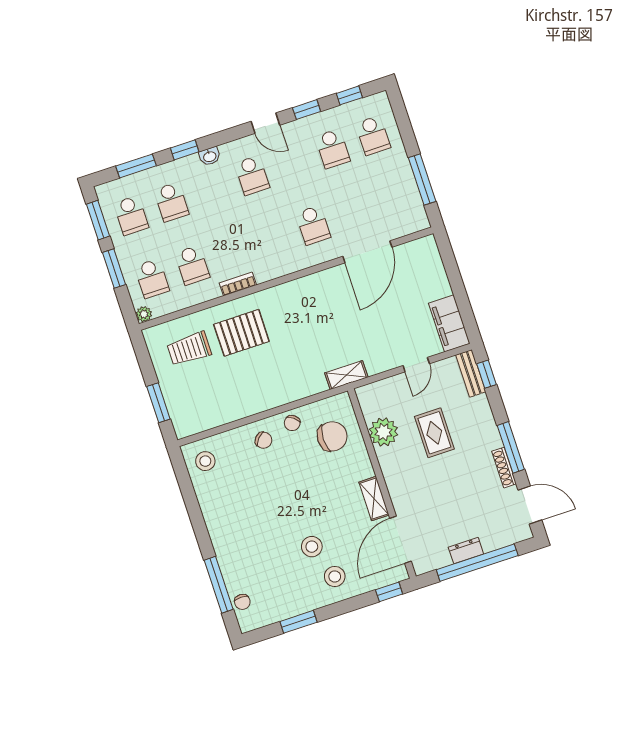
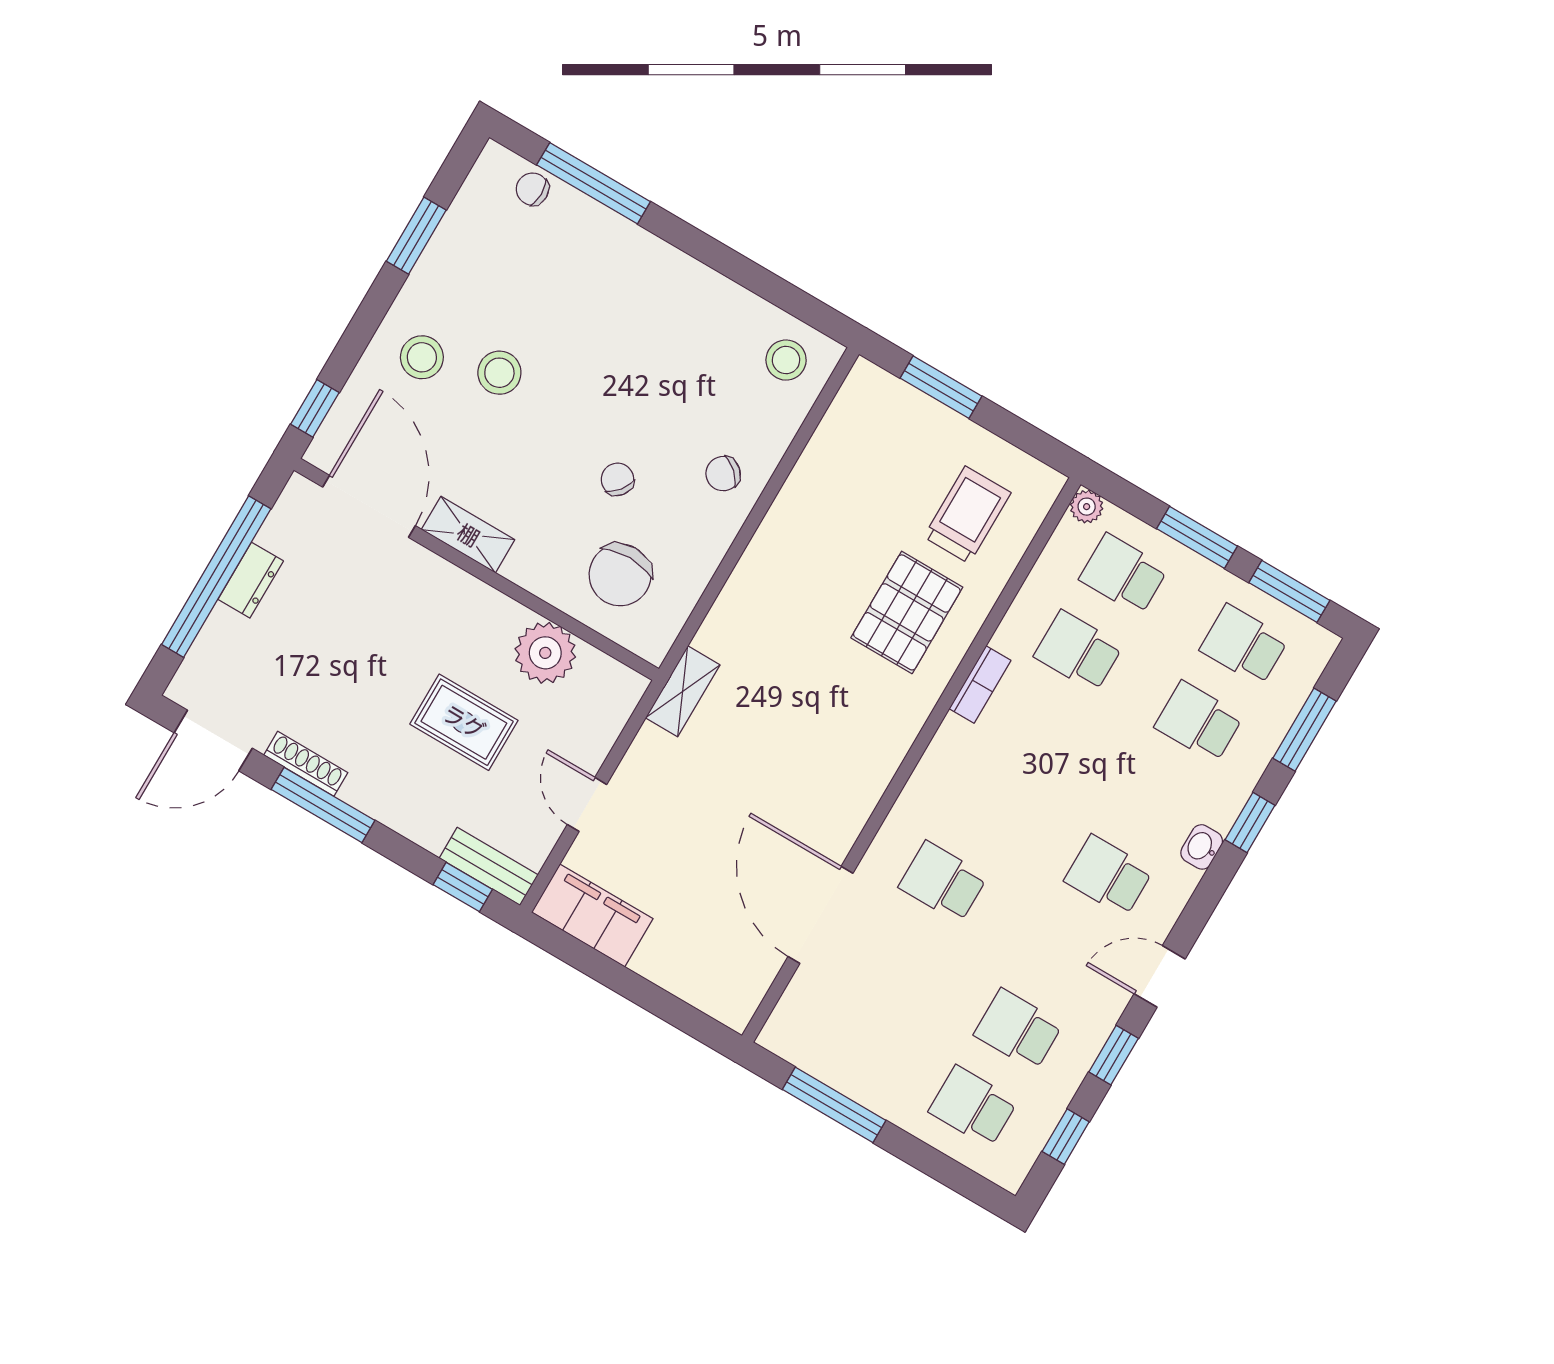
chair: (292, 423) -> (617, 479), moved

